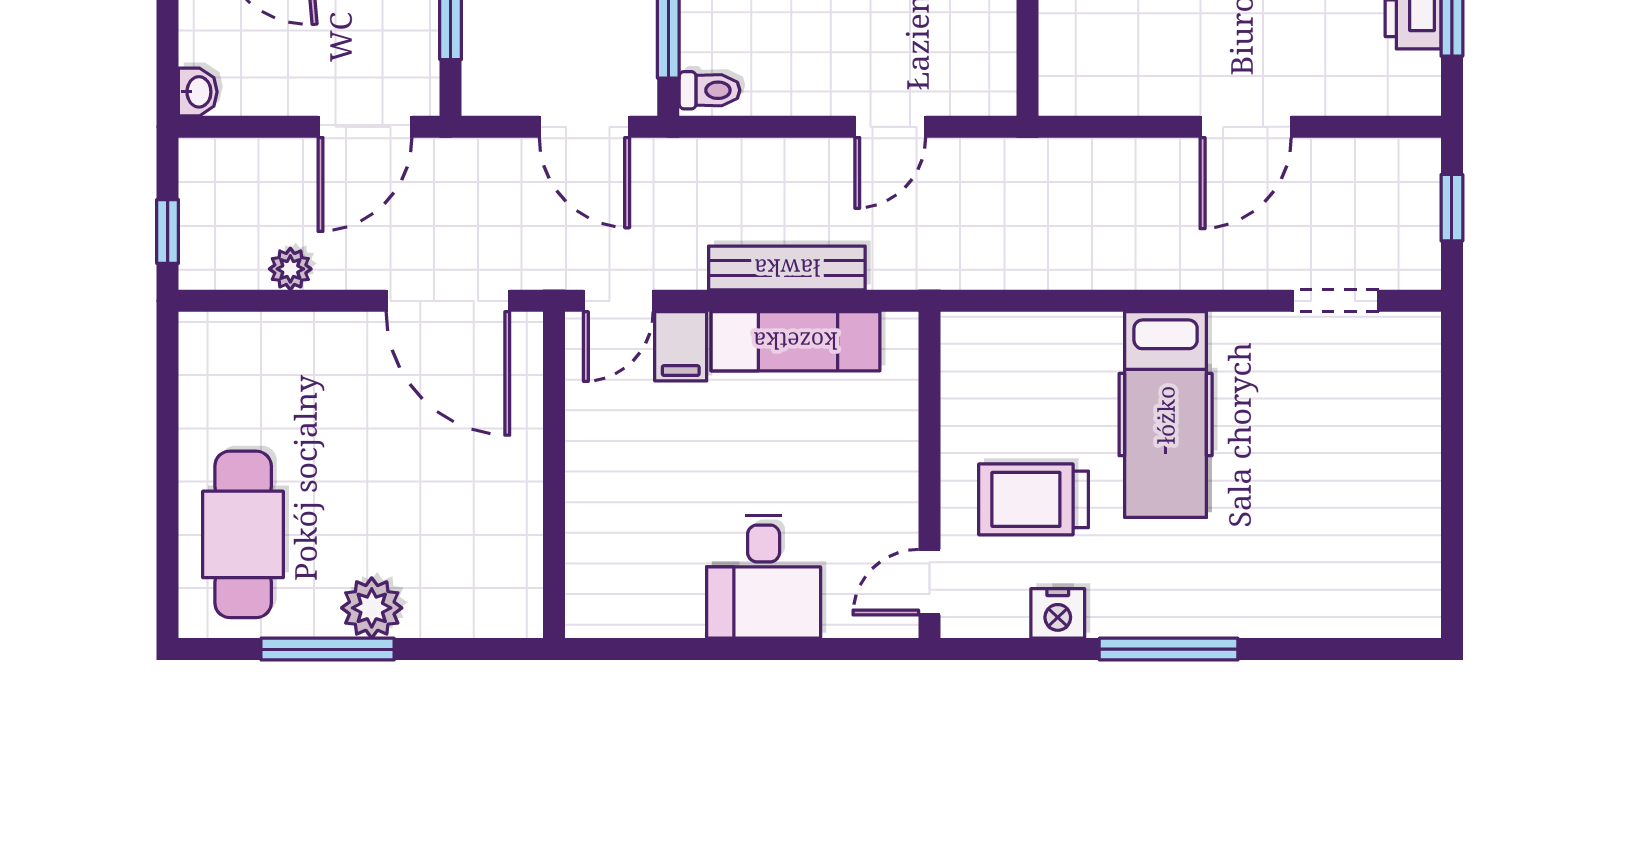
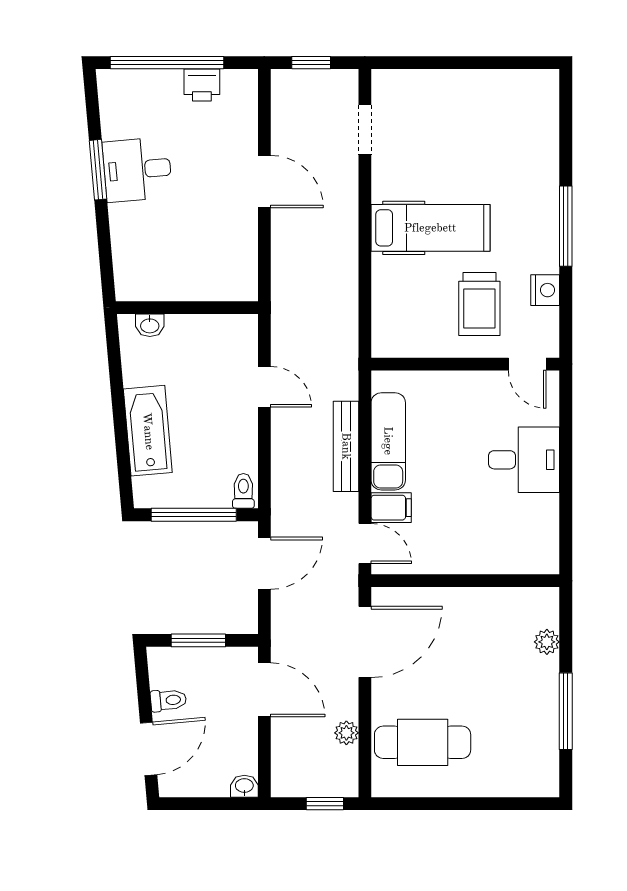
cafe table: (243, 534) -> (423, 742), moved
plant: (372, 608) -> (547, 642), moved, width x0.73, depth x0.73

